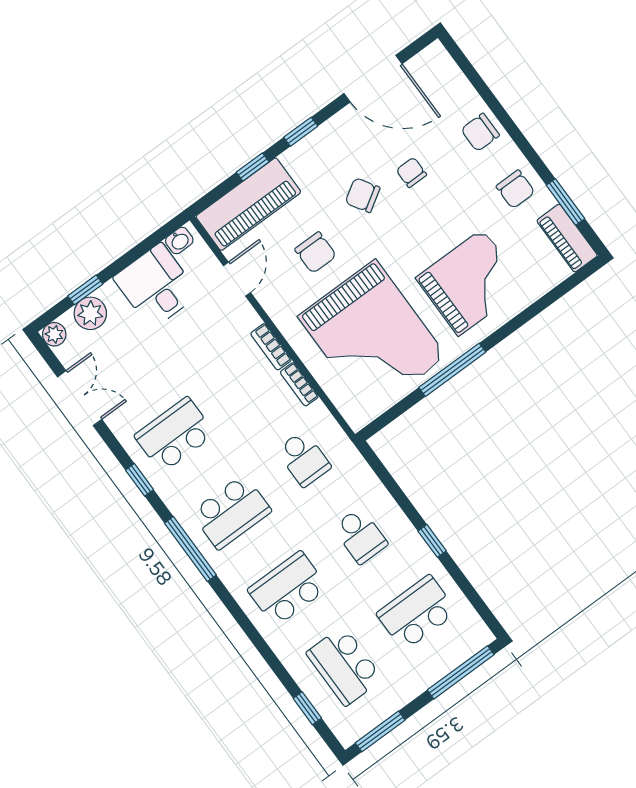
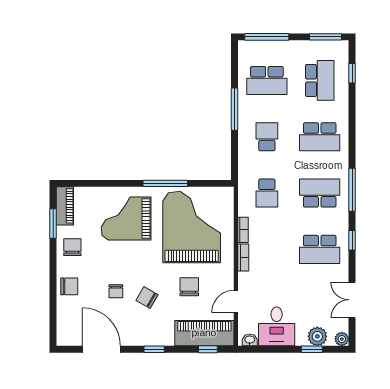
window: (253, 167) -> (208, 349), moved
chair: (363, 195) -> (147, 298), turned 152
school desk: (304, 459) -> (267, 193), turned 180
window: (432, 541) -> (234, 109), width x2.17

